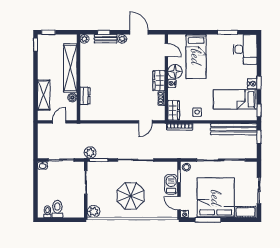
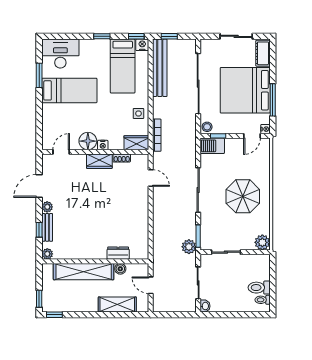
bed: (196, 57) -> (69, 90), moved
nightstand: (252, 84) -> (142, 45), moved
barbecue: (171, 184) -> (212, 146), moved

